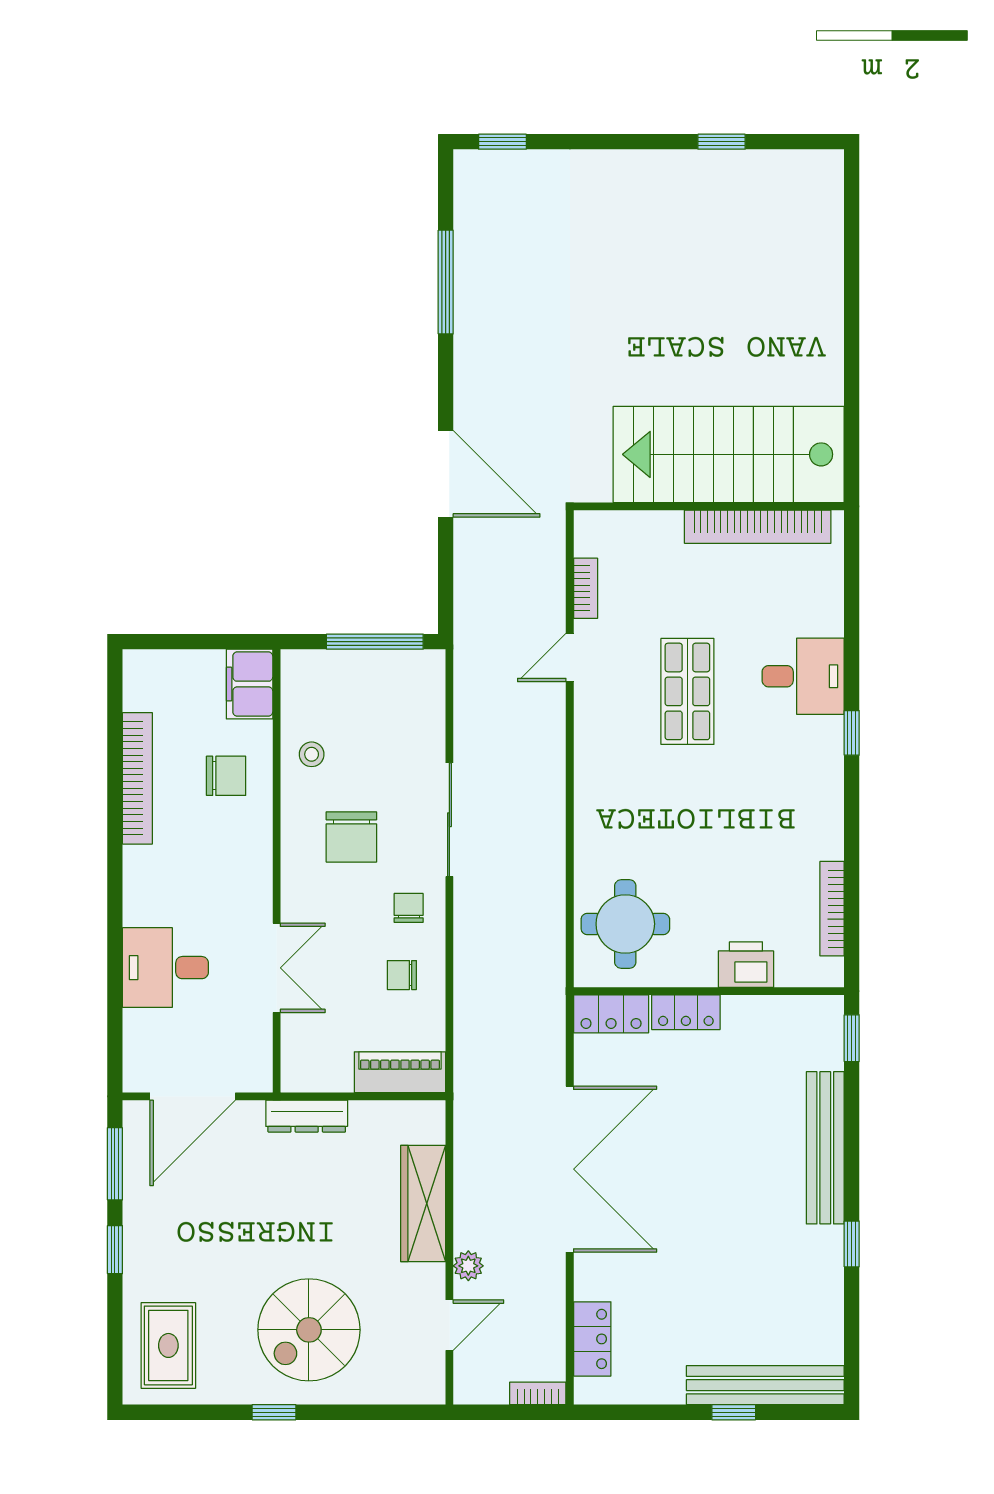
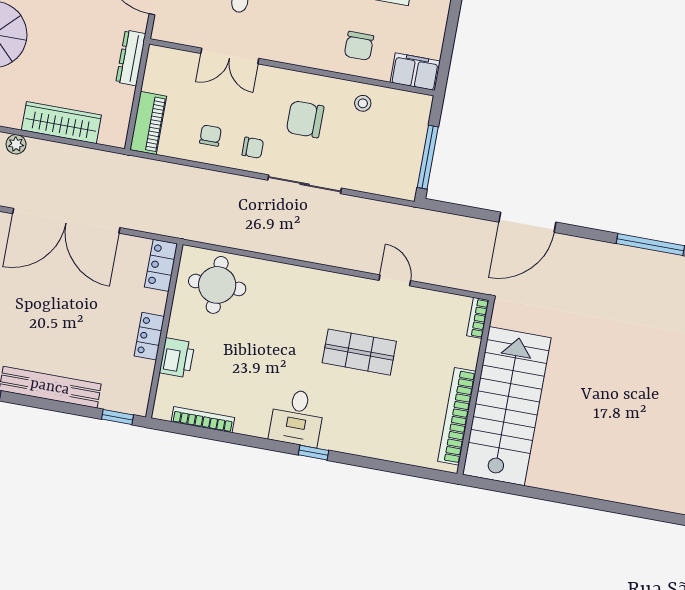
bookcase: (586, 588) -> (478, 318), moved, turned 90
desk: (803, 676) -> (297, 417), moved
locker: (686, 1012) -> (149, 336), moved

